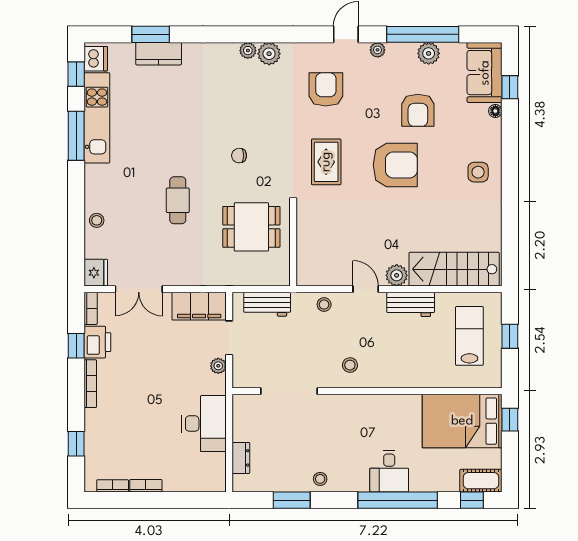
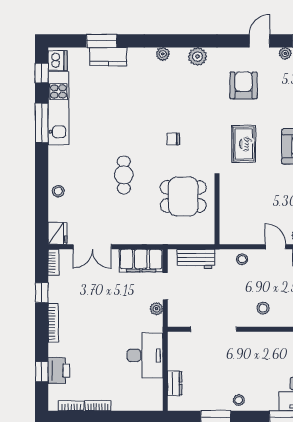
plant: (248, 51) -> (163, 54), moved
printer: (97, 342) -> (59, 371), moved

